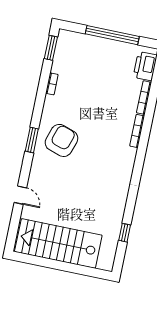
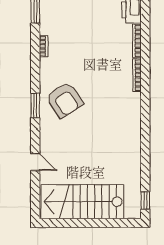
armchair: (61, 140) -> (65, 100), turned 129
window: (125, 233) -> (145, 200), moved

